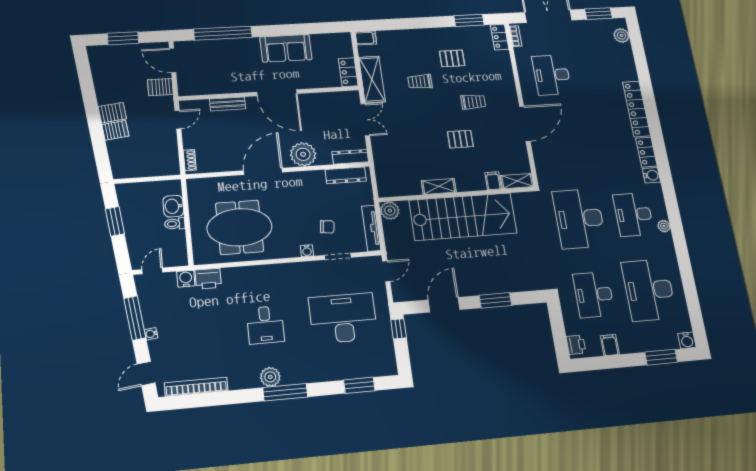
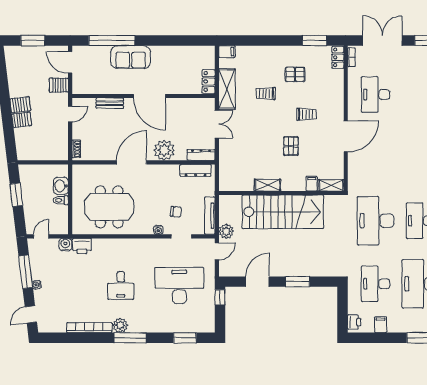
sofa: (286, 48) -> (131, 57), moved
pallet: (460, 139) -> (291, 146), turned 90
plant: (390, 211) -> (226, 231), moved
bookcase: (196, 387) -> (89, 328), moved

